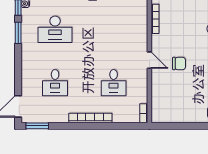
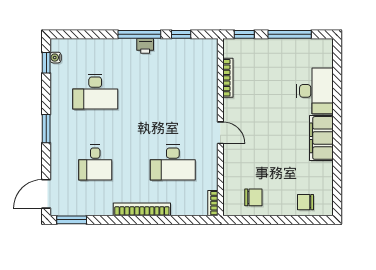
window: (18, 33) -> (46, 129), moved
chair: (179, 63) -> (253, 197), moved
desk: (114, 83) -> (173, 163), width x1.37

